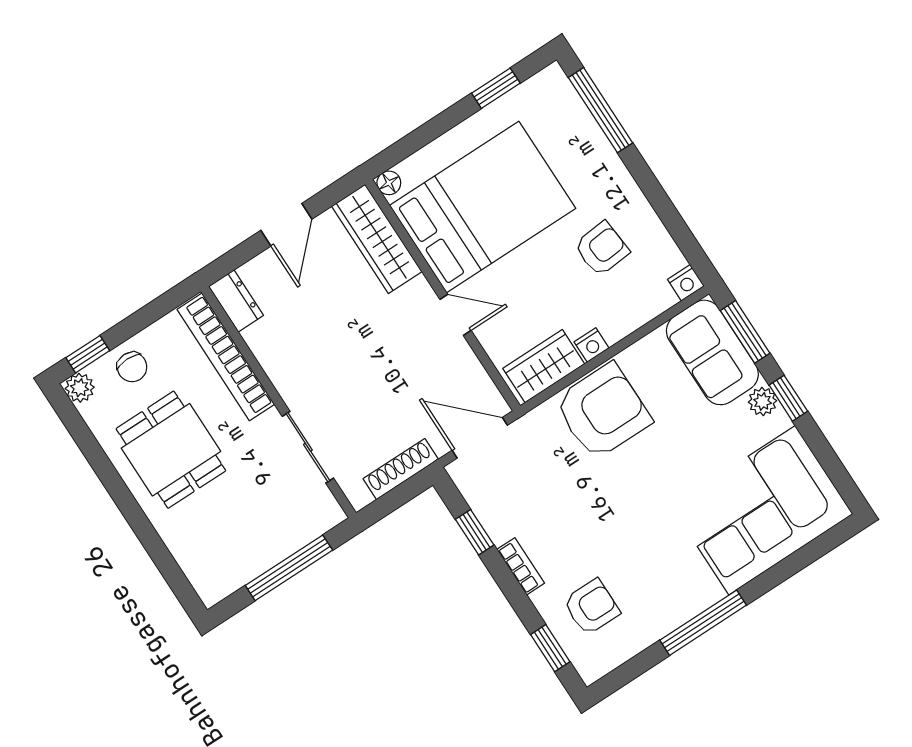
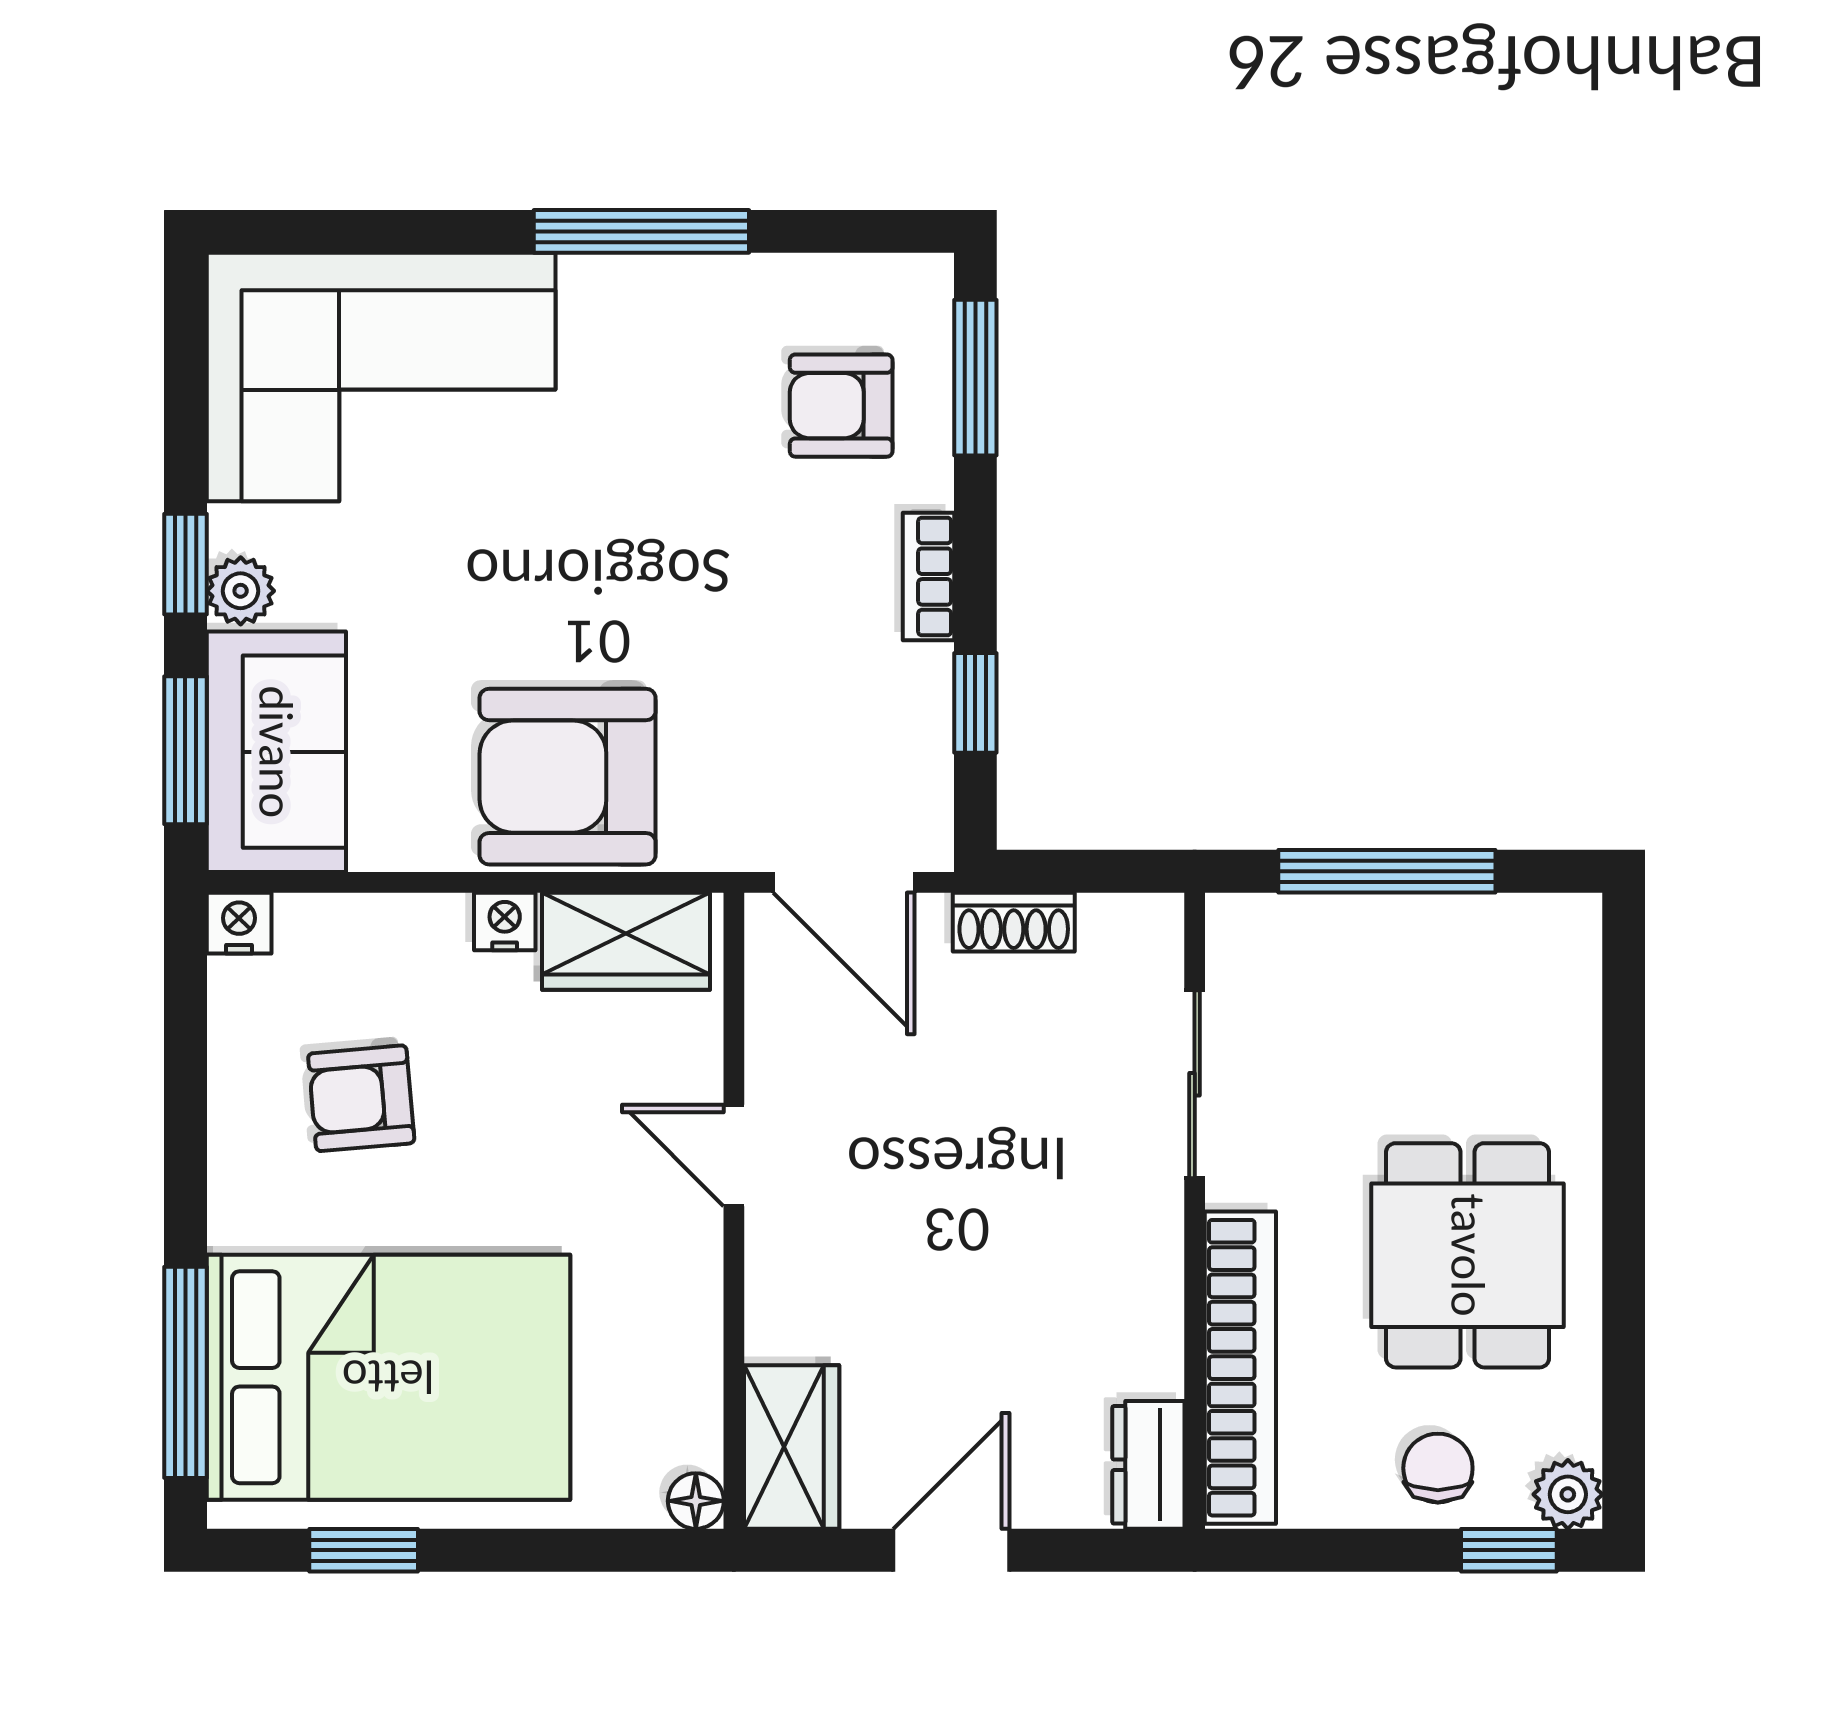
bed: (483, 207) -> (388, 1377), moved, turned 180
wardrobe: (377, 239) -> (792, 1447), width x0.67
shoe rack: (401, 469) -> (1014, 922), width x0.70
window: (550, 648) -> (975, 378), width x1.50

